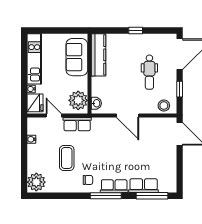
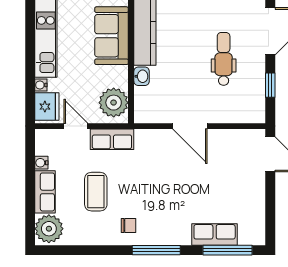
dental chair: (149, 72) -> (224, 59), turned 180
washbasin: (96, 103) -> (142, 76), moved
stool: (164, 106) -> (246, 111), removed
row of seats: (114, 186) -> (45, 192), moved, turned 90

